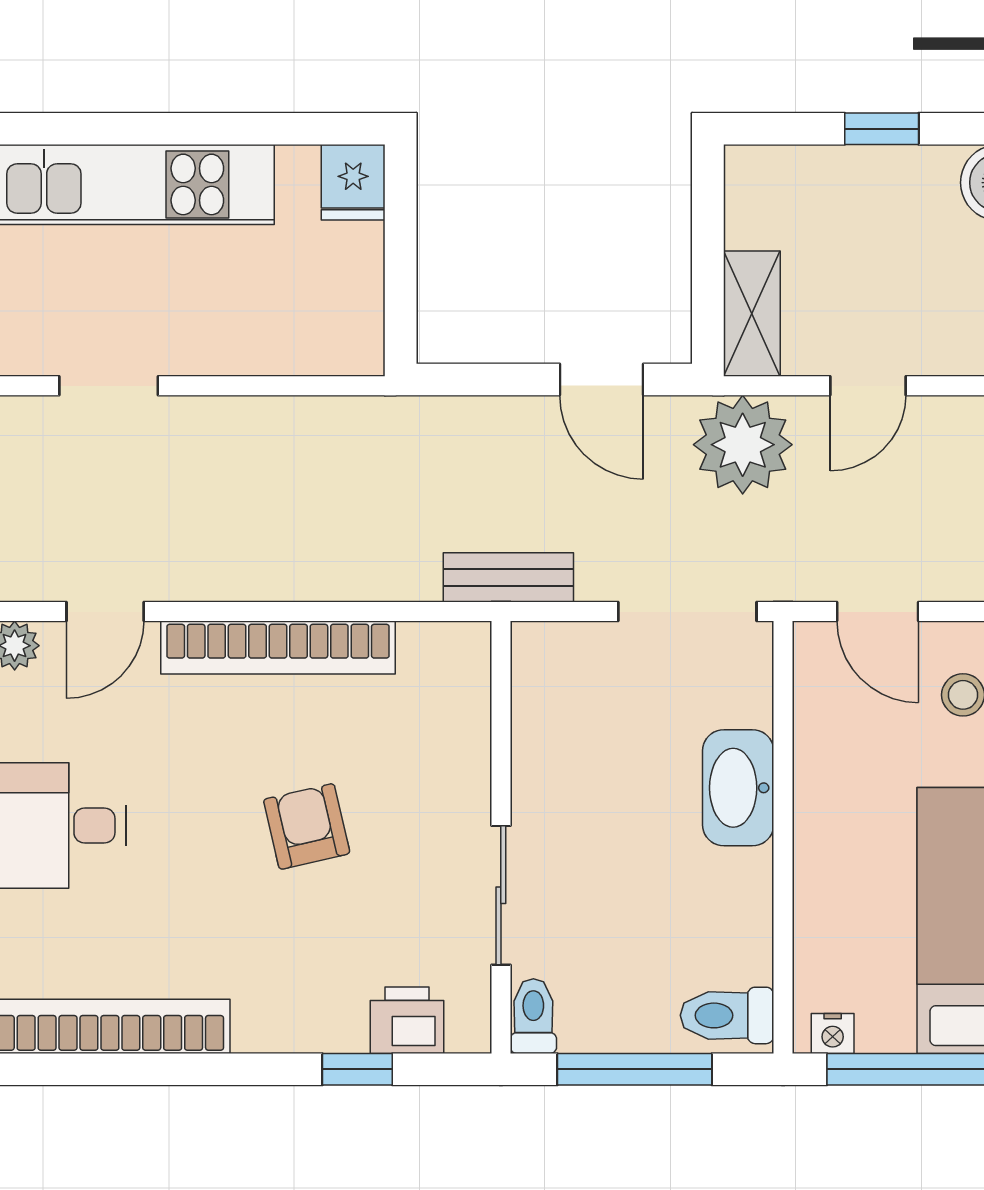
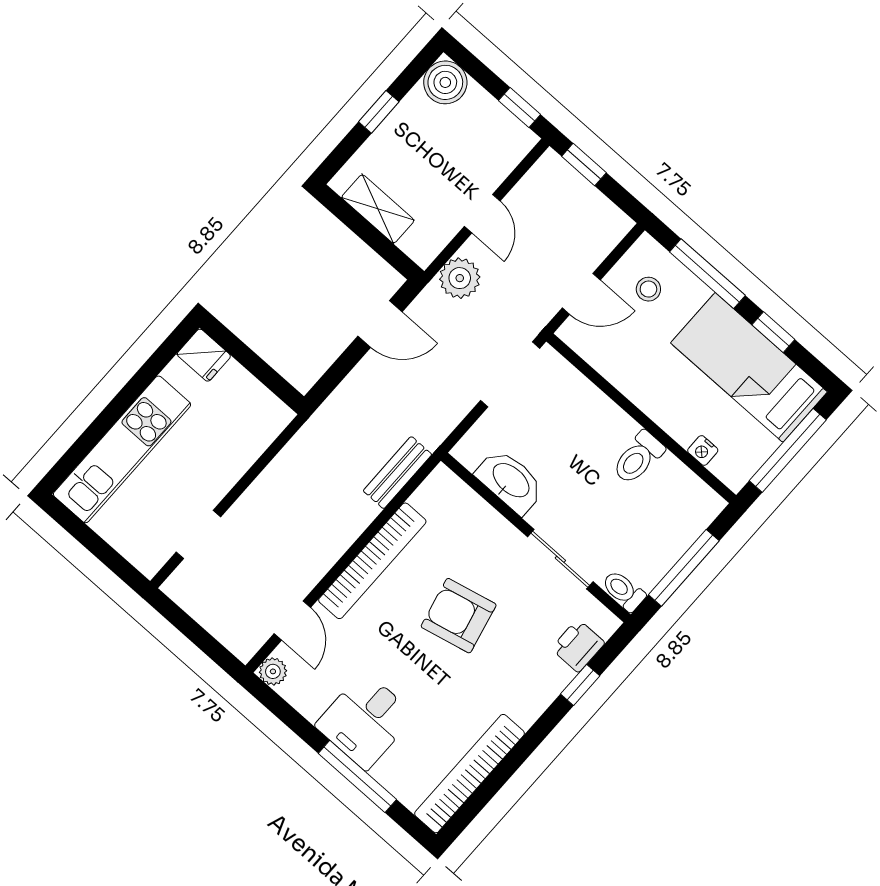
shelving: (752, 314) -> (378, 209), moved
plant: (743, 445) -> (460, 278), width x0.73, depth x0.73
bench: (508, 577) -> (397, 473), moved
washbasin: (738, 788) -> (510, 481), moved, turned 180
armchair: (307, 826) -> (459, 616), width x1.38, depth x1.38
toilet: (727, 1015) -> (638, 458), moved
nightstand: (833, 1033) -> (703, 450), moved, turned 90

